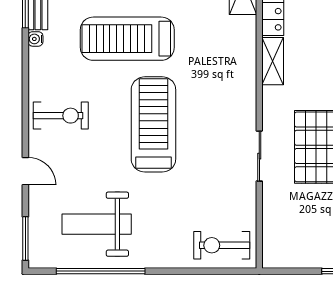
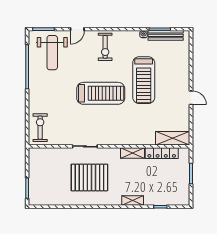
treadmill: (127, 39) -> (144, 80), turned 180
weight bench: (97, 224) -> (52, 53), moved, turned 180

